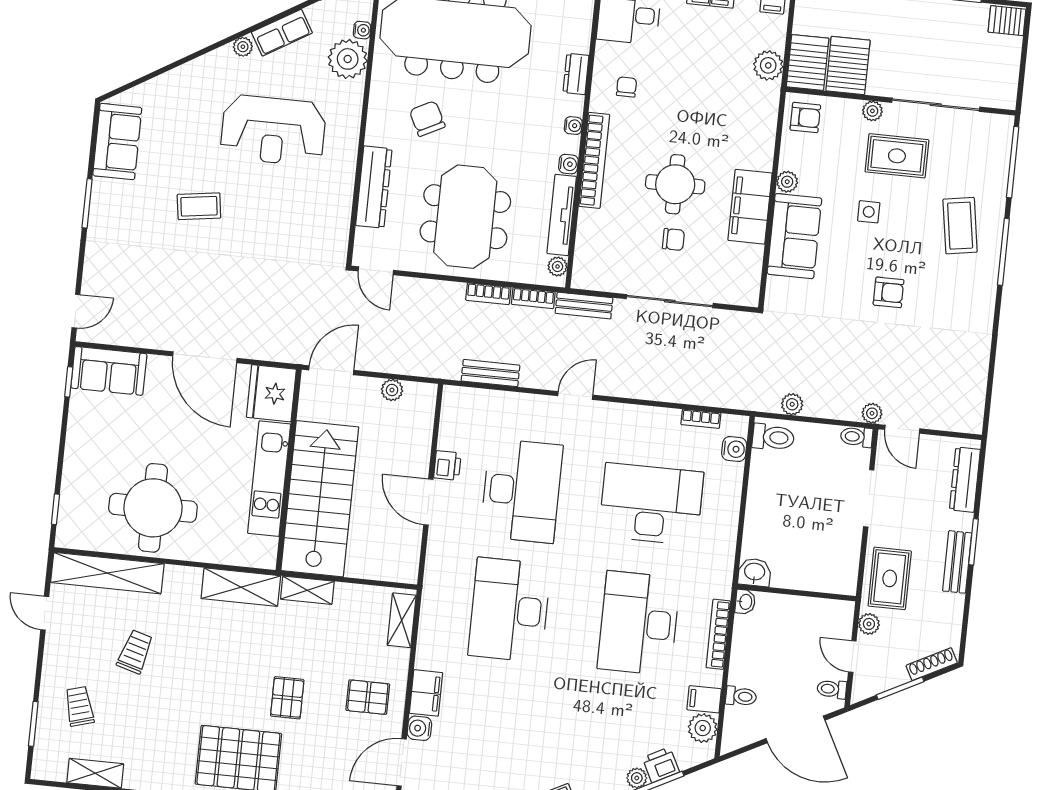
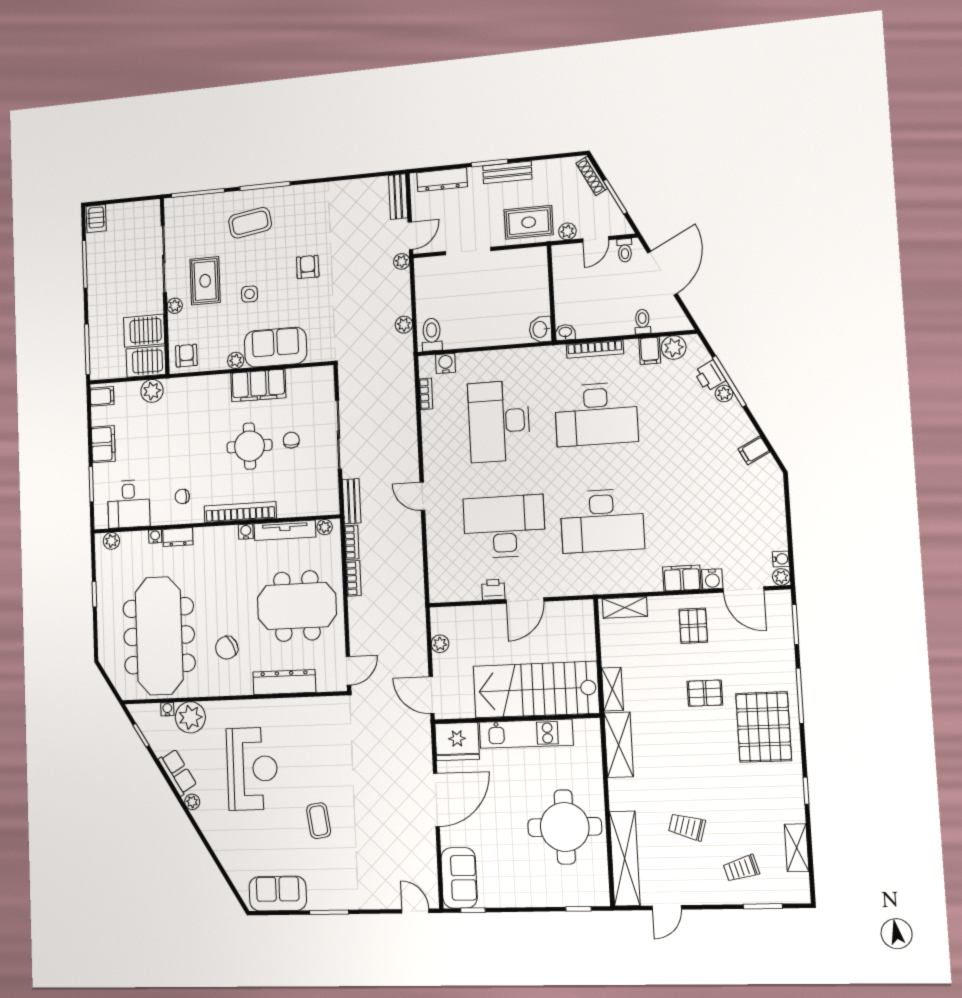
water cooler: (573, 126) -> (155, 536), moved
bench: (490, 373) -> (398, 197), moved
toilet: (857, 437) -> (422, 270), removed

